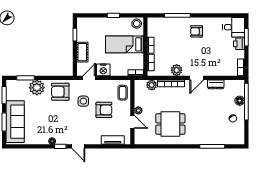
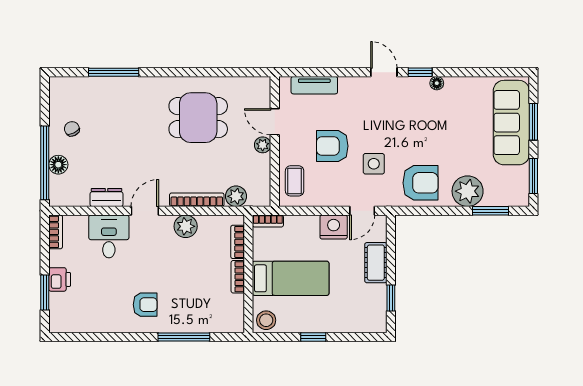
desk: (234, 27) -> (109, 236), moved, turned 90

